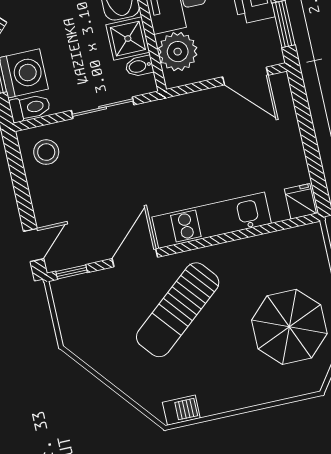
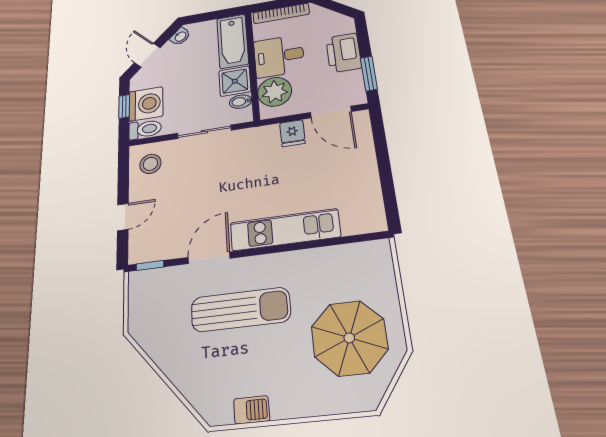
fridge: (300, 201) -> (292, 133), moved, turned 180
door: (34, 245) -> (123, 217), moved
sun lounger: (178, 310) -> (241, 310), turned -140
barbecue: (181, 410) -> (252, 410), moved

